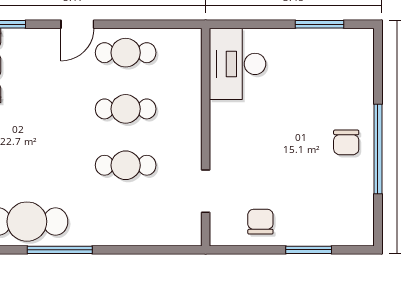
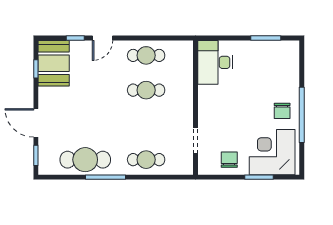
door: (77, 24) -> (103, 38), moved
cafe table: (126, 165) -> (146, 160), moved
corner desk: (330, 209) -> (272, 152), added

